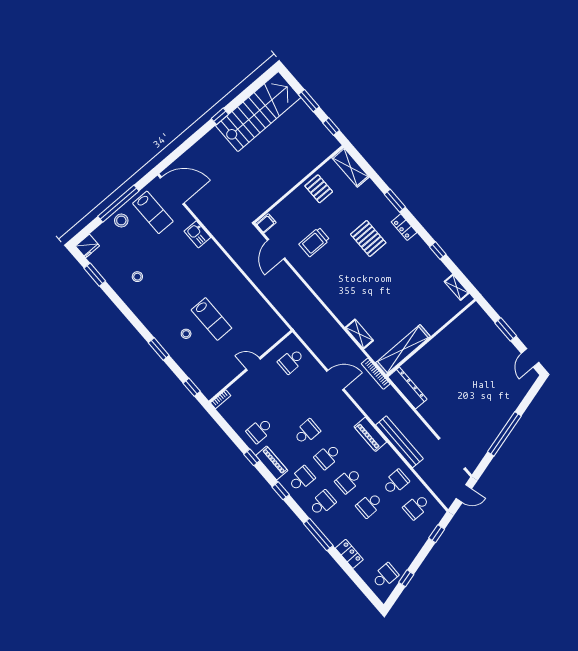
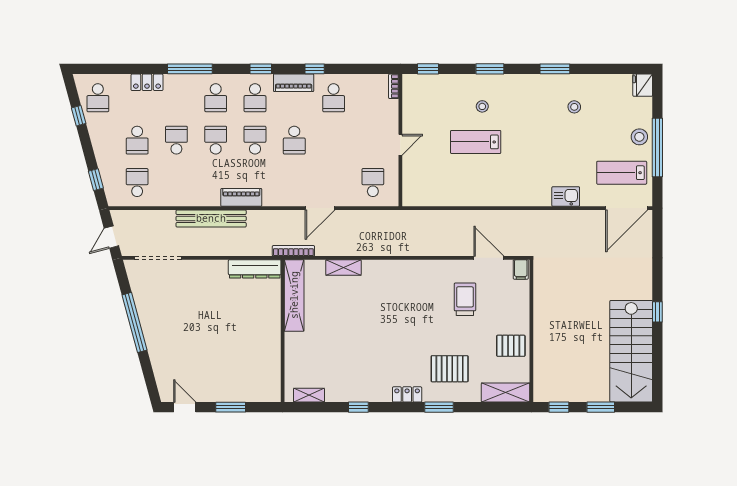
pallet: (368, 238) -> (450, 369), moved
window: (95, 275) -> (555, 69), moved
school desk: (260, 430) -> (334, 98), turned 180
school desk: (396, 482) -> (137, 140), moved

